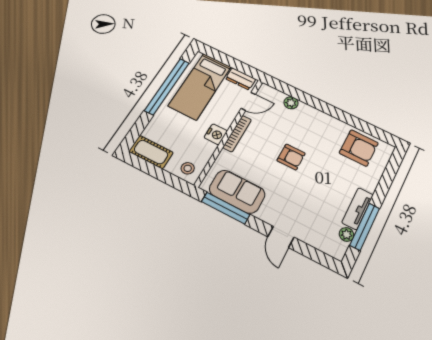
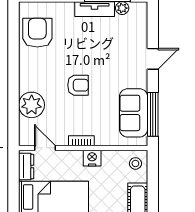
plant: (291, 103) -> (32, 105), width x1.88, depth x1.88
bookcase: (237, 134) -> (81, 141), width x0.64
armchair: (291, 157) -> (78, 85), turned 90

